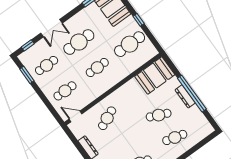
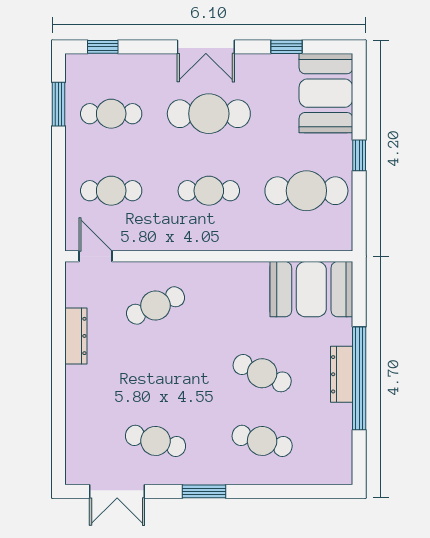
double door: (52, 28) -> (206, 47), moved

